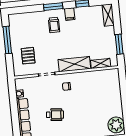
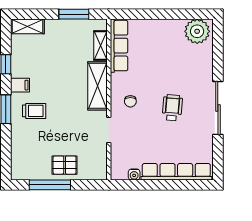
pallet: (28, 56) -> (65, 165), moved
row of seats: (102, 75) -> (119, 46), added
wheelchair: (55, 115) -> (172, 108), moved

